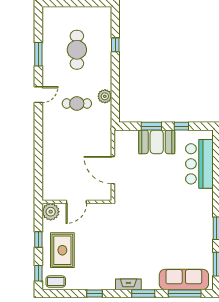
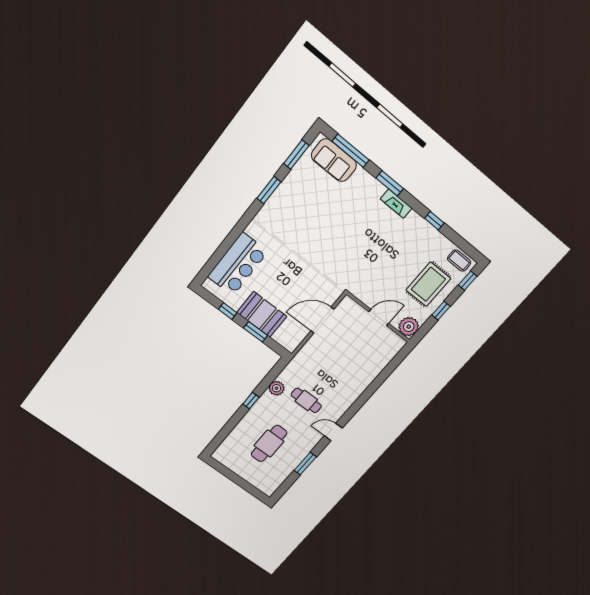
window: (115, 45) -> (251, 401), moved
door: (113, 170) -> (322, 320), swing flipped
sofa: (184, 279) -> (334, 160), width x0.73

